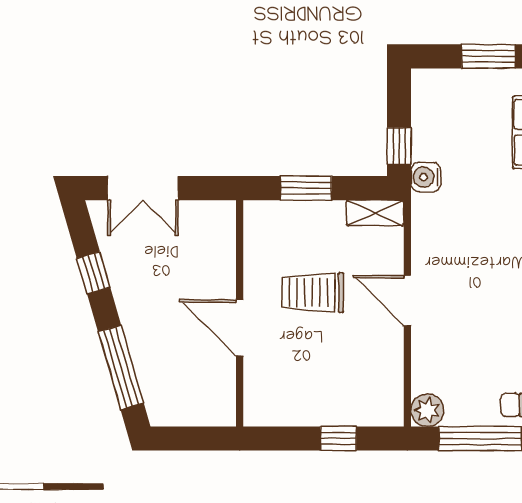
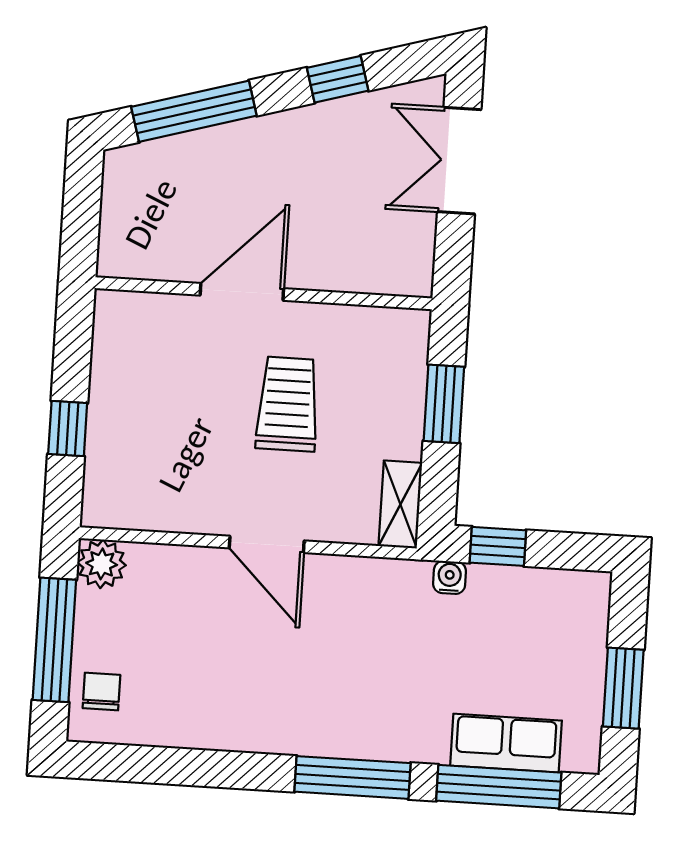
water cooler: (426, 177) -> (450, 577), width x0.72, depth x0.72
door: (407, 301) -> (267, 544), swing flipped

